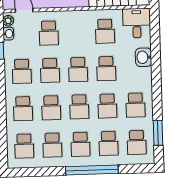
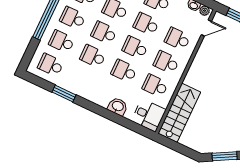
school desk: (135, 105) -> (166, 62), moved
window: (158, 133) -> (64, 94), moved

